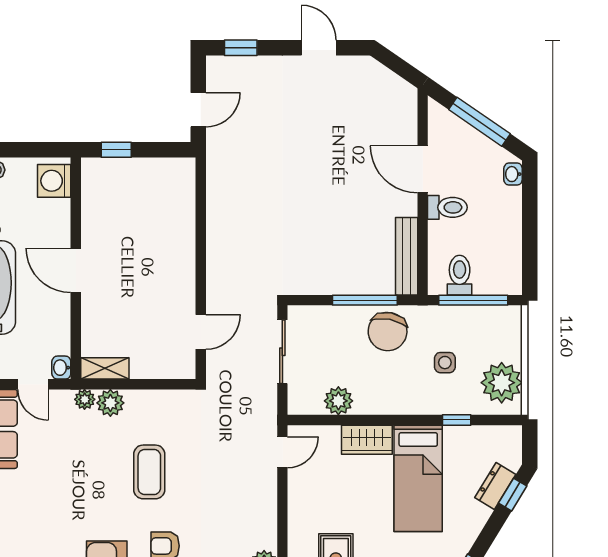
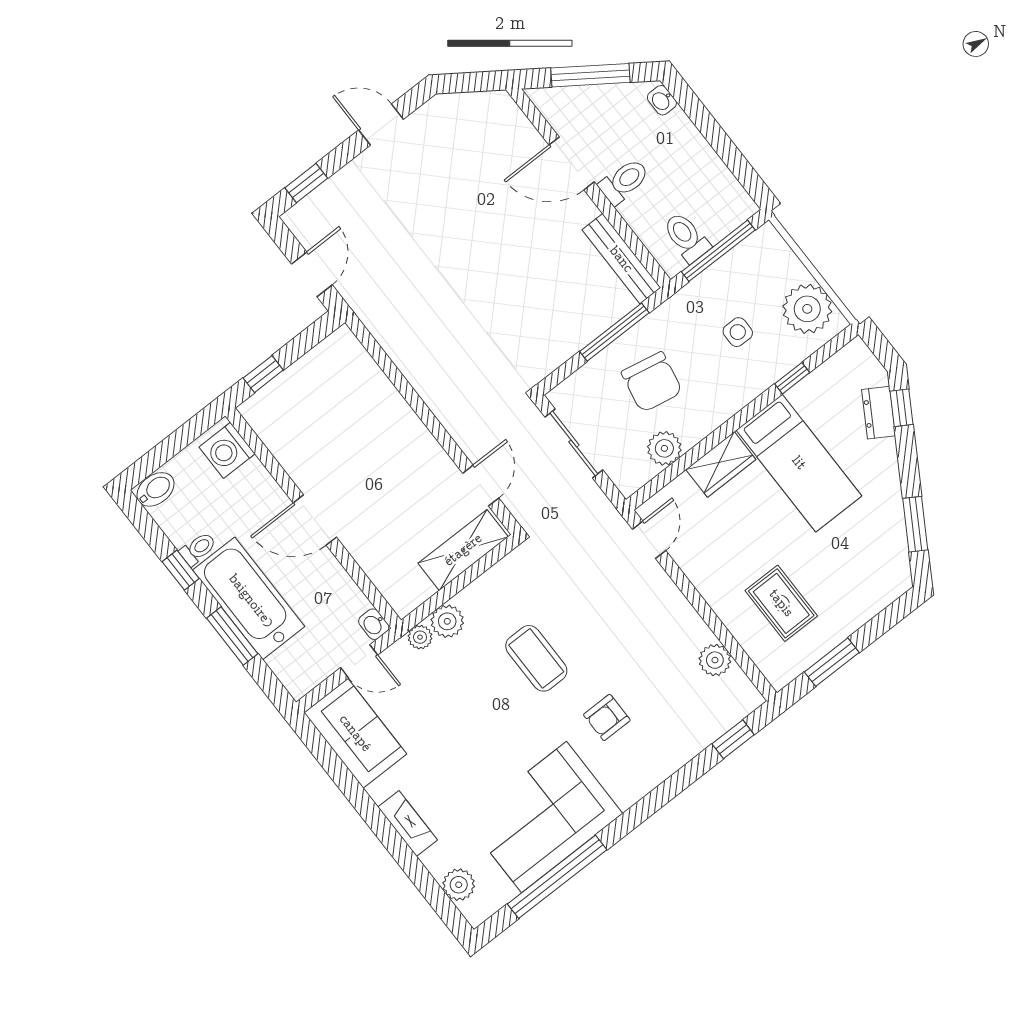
chair: (388, 332) -> (652, 382), moved
shelving: (105, 368) -> (463, 550), moved, width x1.50, depth x1.33

